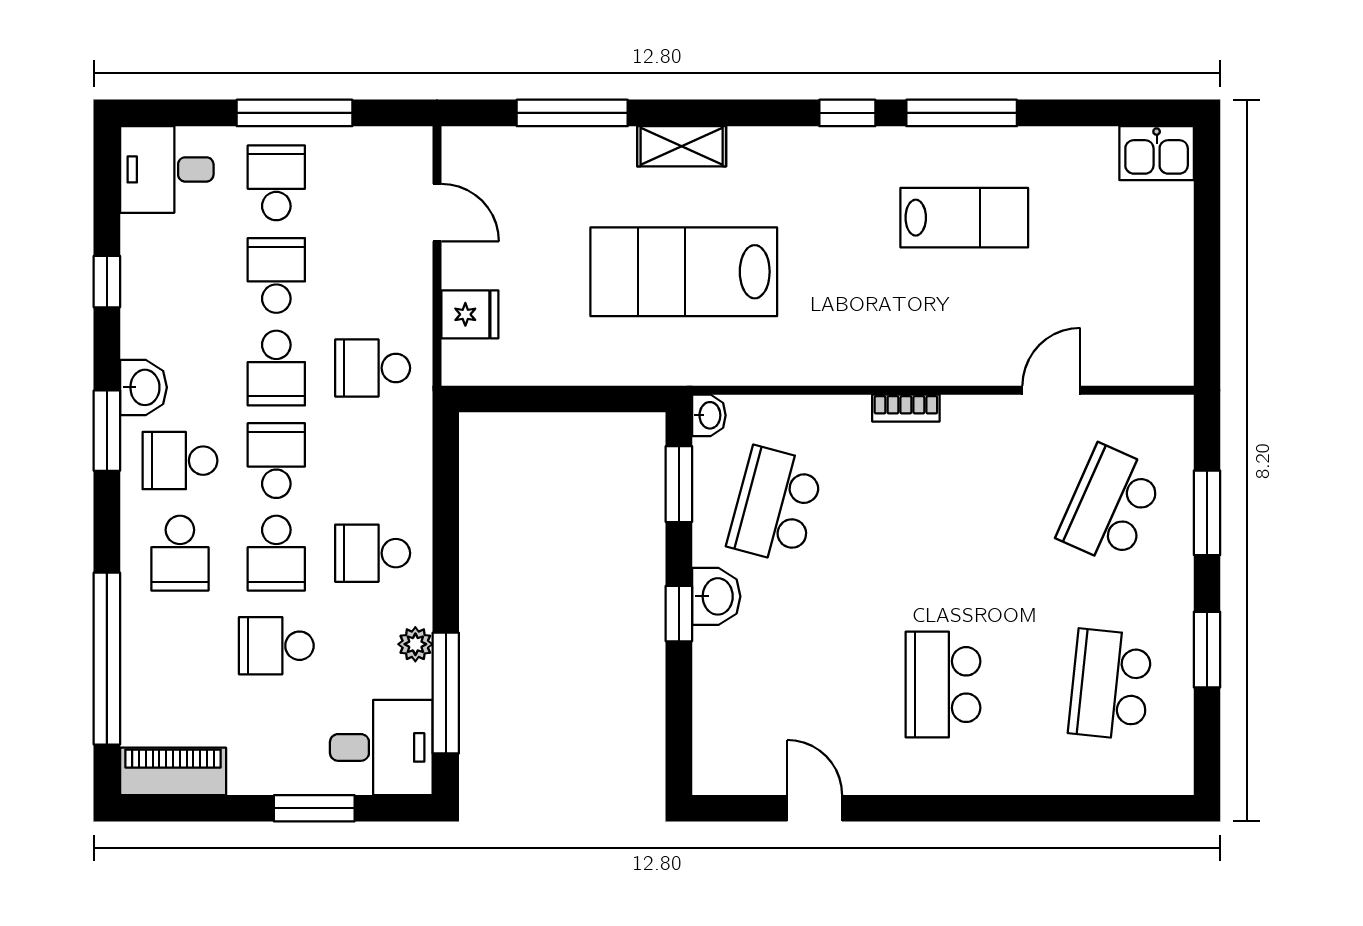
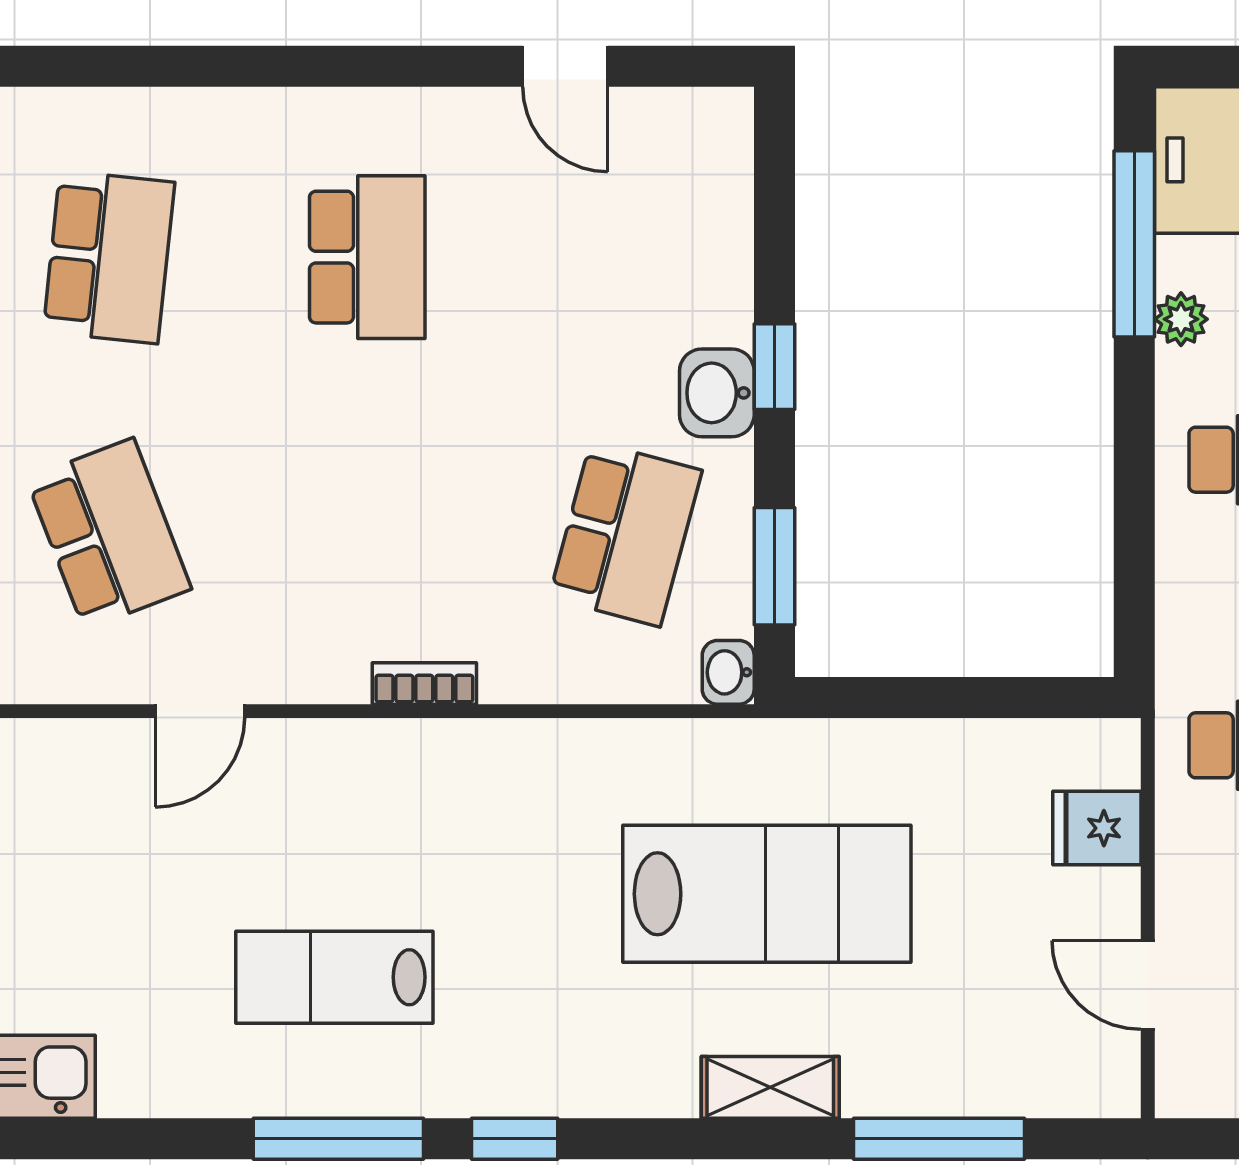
school desk: (1110, 505) -> (109, 534), turned -45

